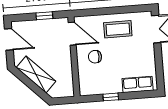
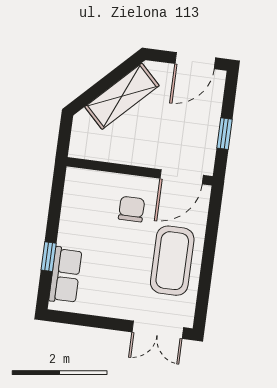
coffee table: (118, 29) -> (172, 261), width x1.36, depth x1.32
window: (111, 97) -> (49, 257), moved

